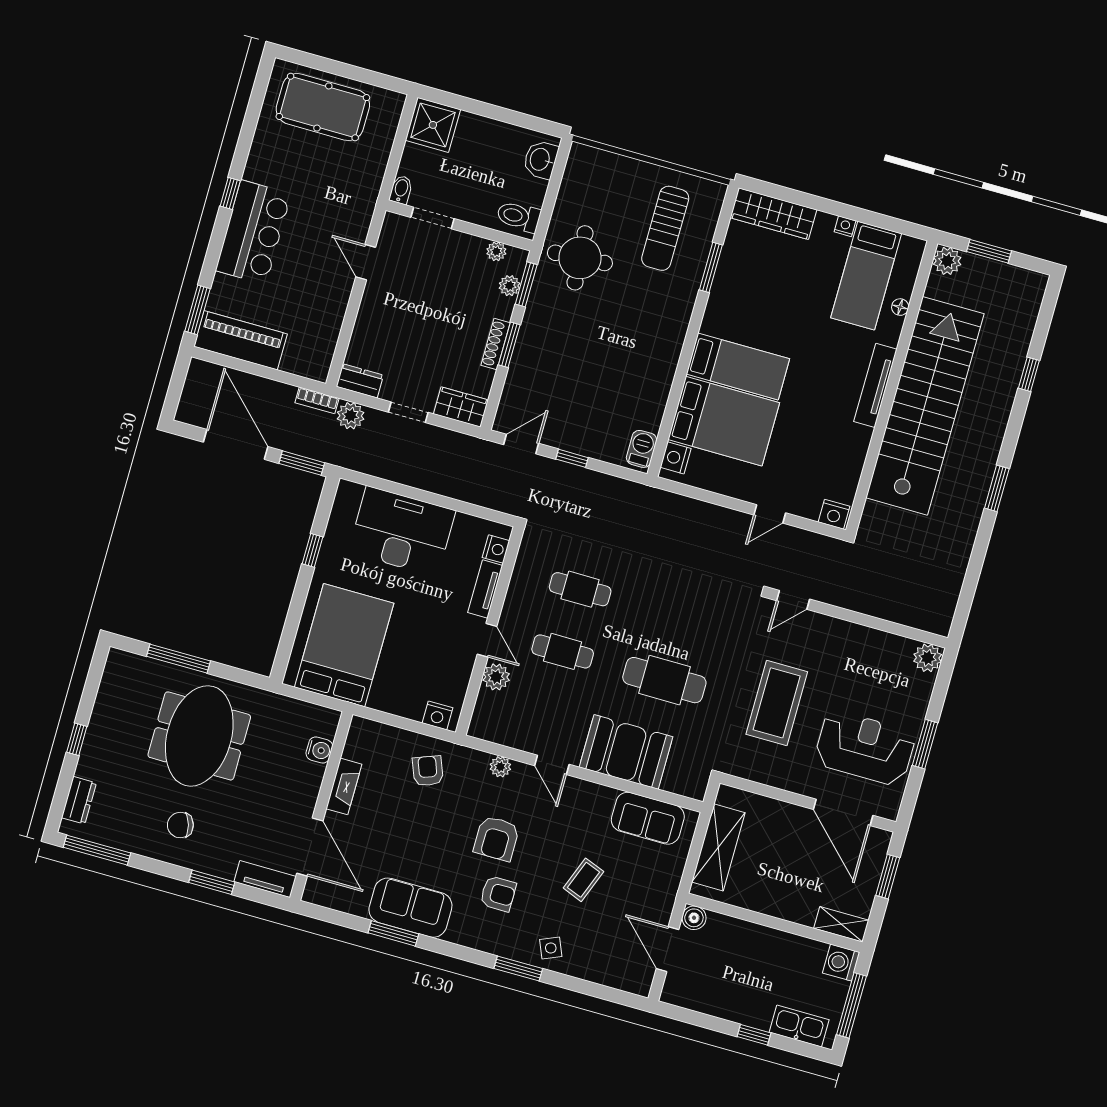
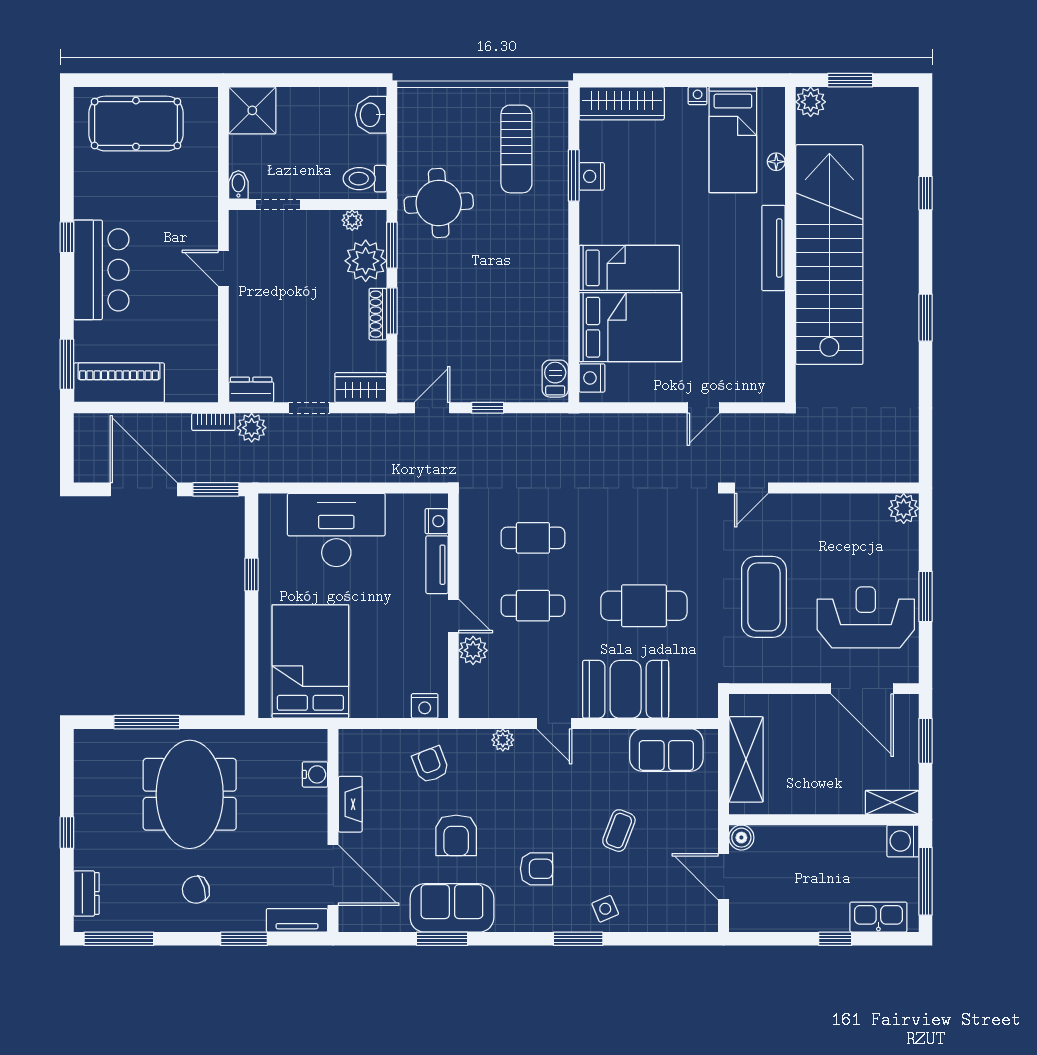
plant: (510, 286) -> (366, 261), width x1.88, depth x1.88
nightstand: (834, 514) -> (592, 176), moved, turned 90
armchair: (497, 838) -> (456, 835), moved

